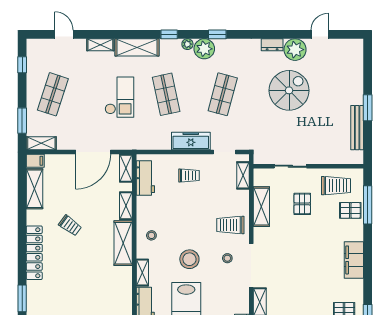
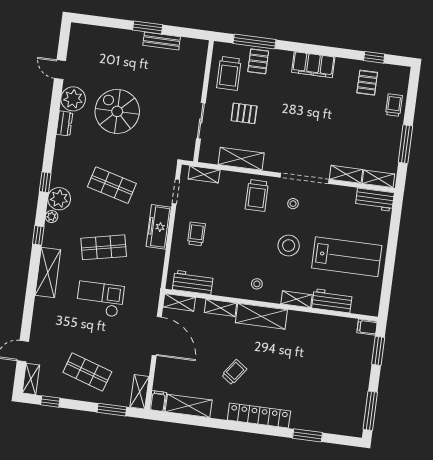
shelving: (100, 45) -> (31, 379), moved
bench: (357, 128) -> (162, 41), width x0.73
trolley: (336, 186) -> (229, 73), turned 180

